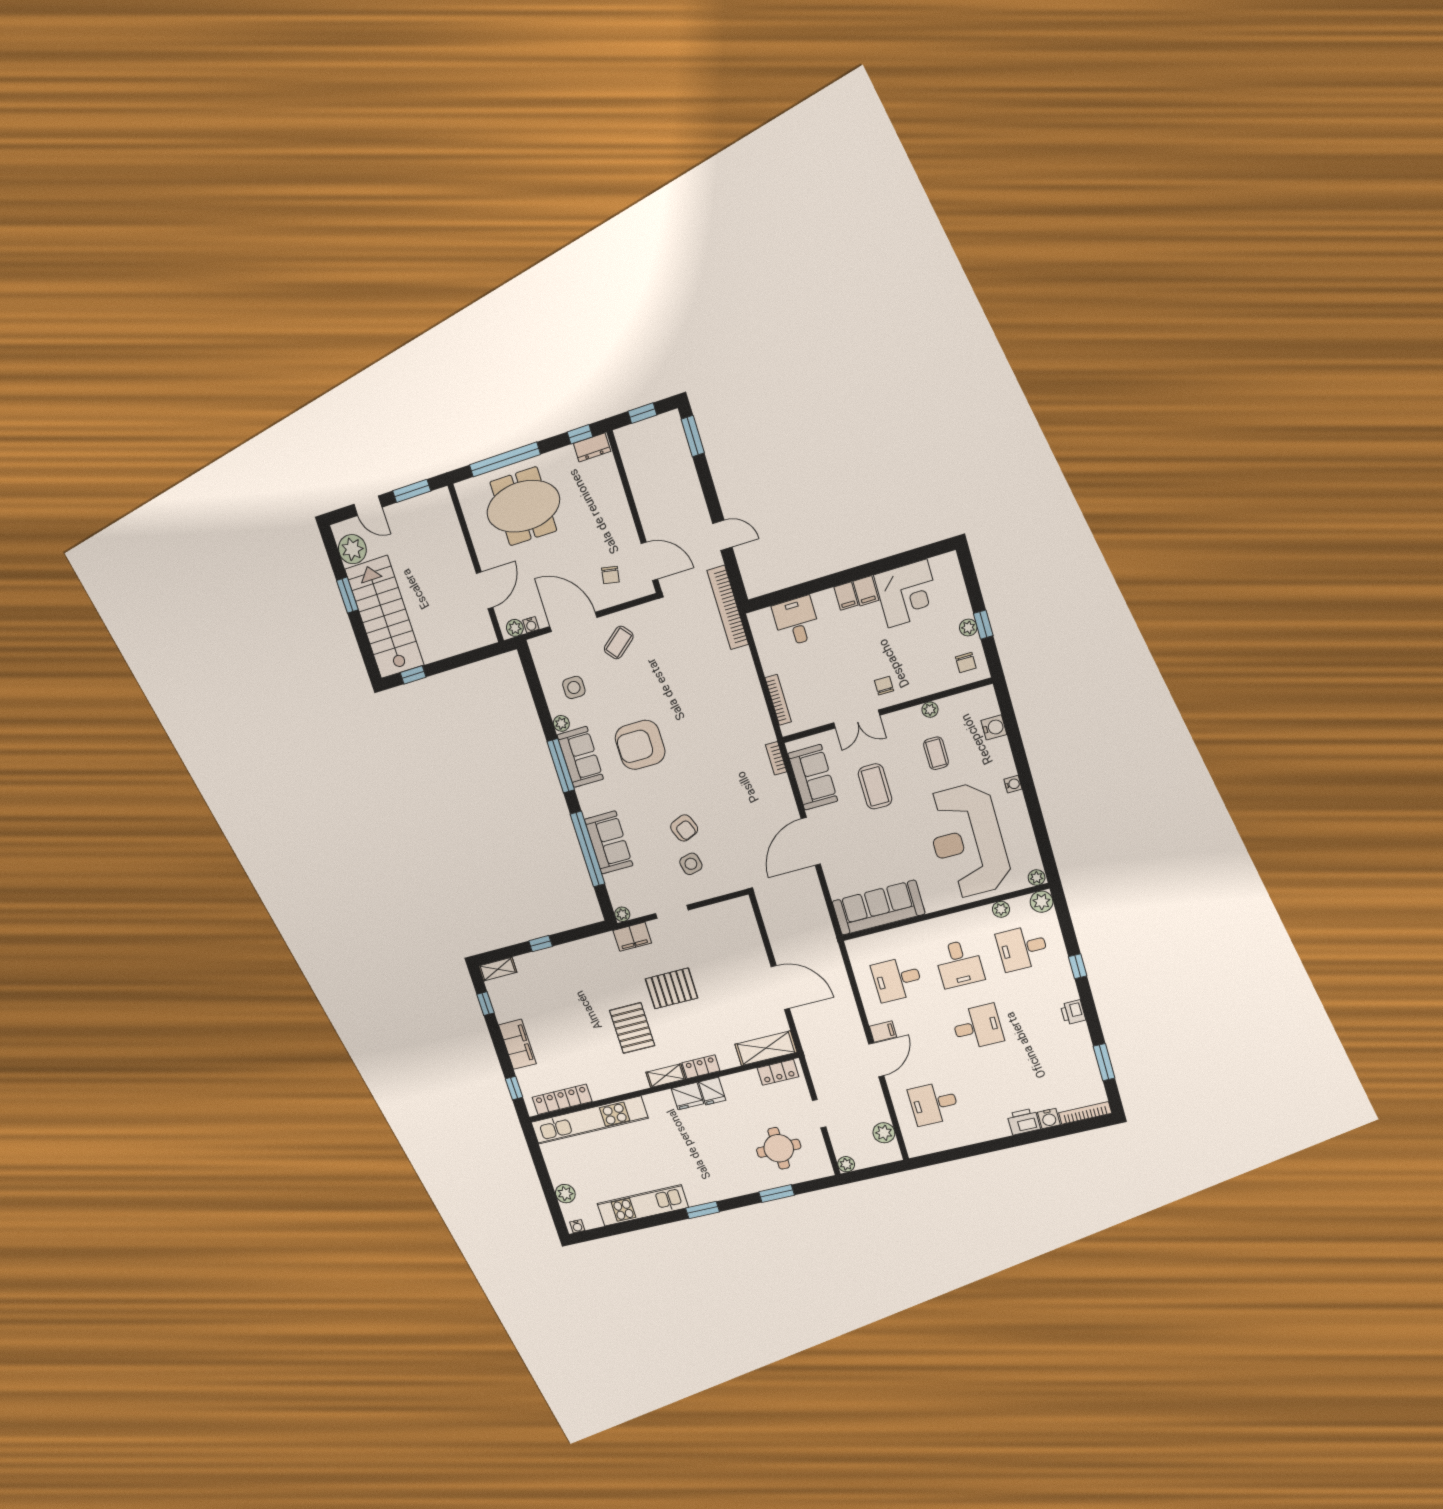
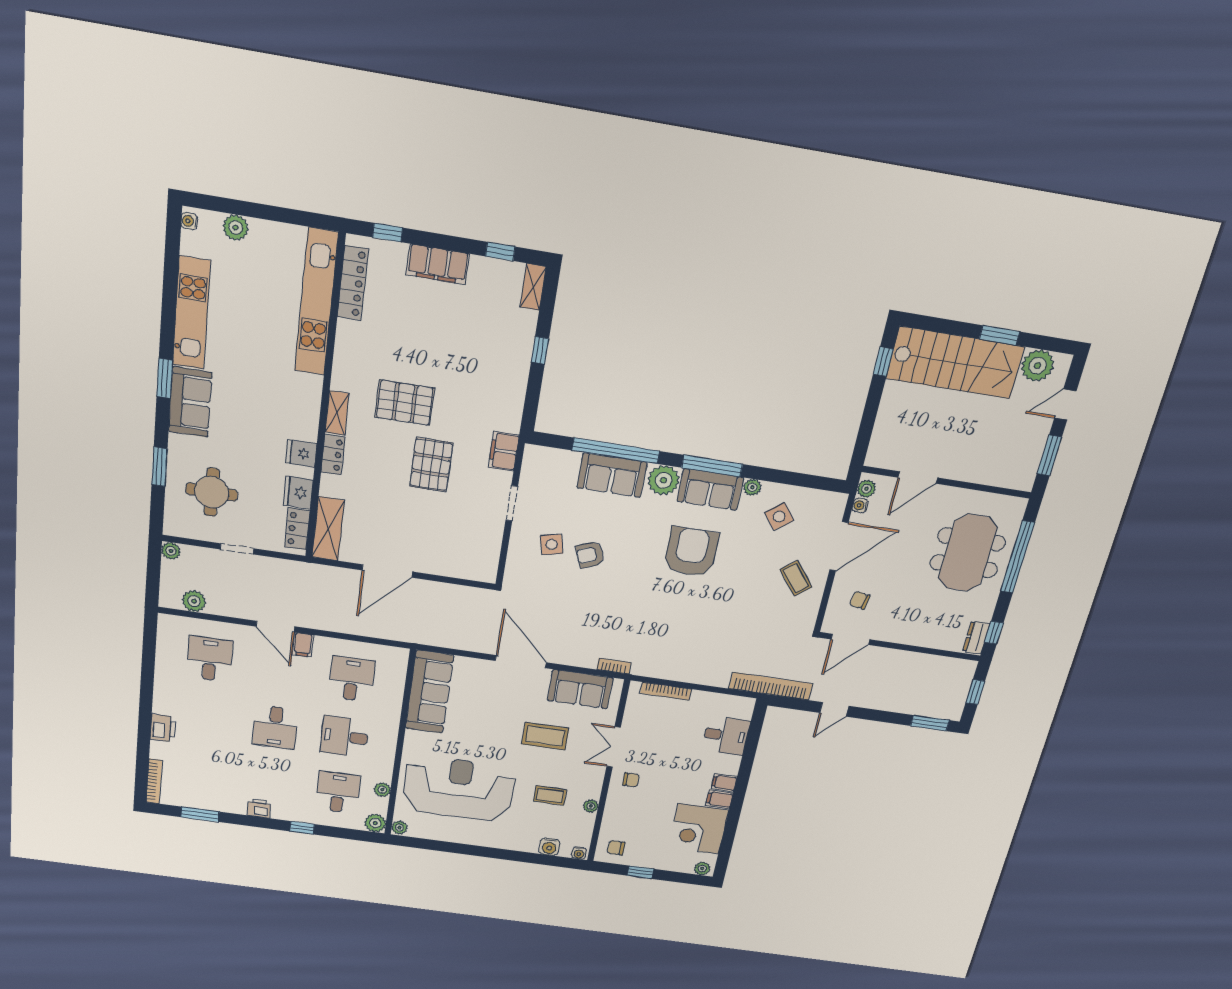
door: (485, 590) -> (918, 478), hinge flipped
plant: (968, 628) -> (702, 869), moved
side table: (574, 687) -> (779, 517), turned -38
water cooler: (1013, 784) -> (579, 853), moved
plant: (622, 914) -> (664, 480), moved, width x1.88, depth x1.88
fridge: (688, 1096) -> (298, 492), moved
water cooler: (1049, 1118) -> (159, 750), removed
sofa: (712, 1186) -> (190, 402), added

